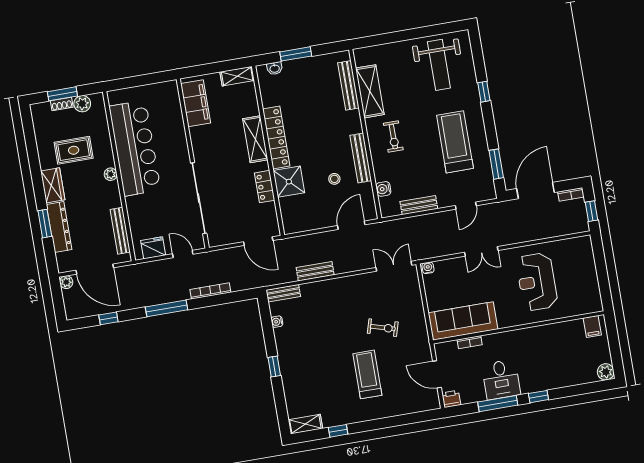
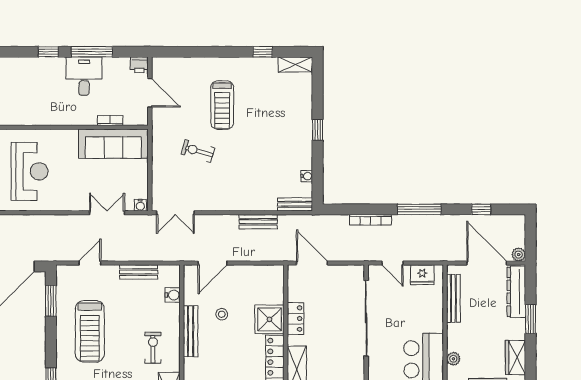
dresser: (59, 227) -> (516, 292), moved
double door: (481, 251) -> (107, 213), moved

